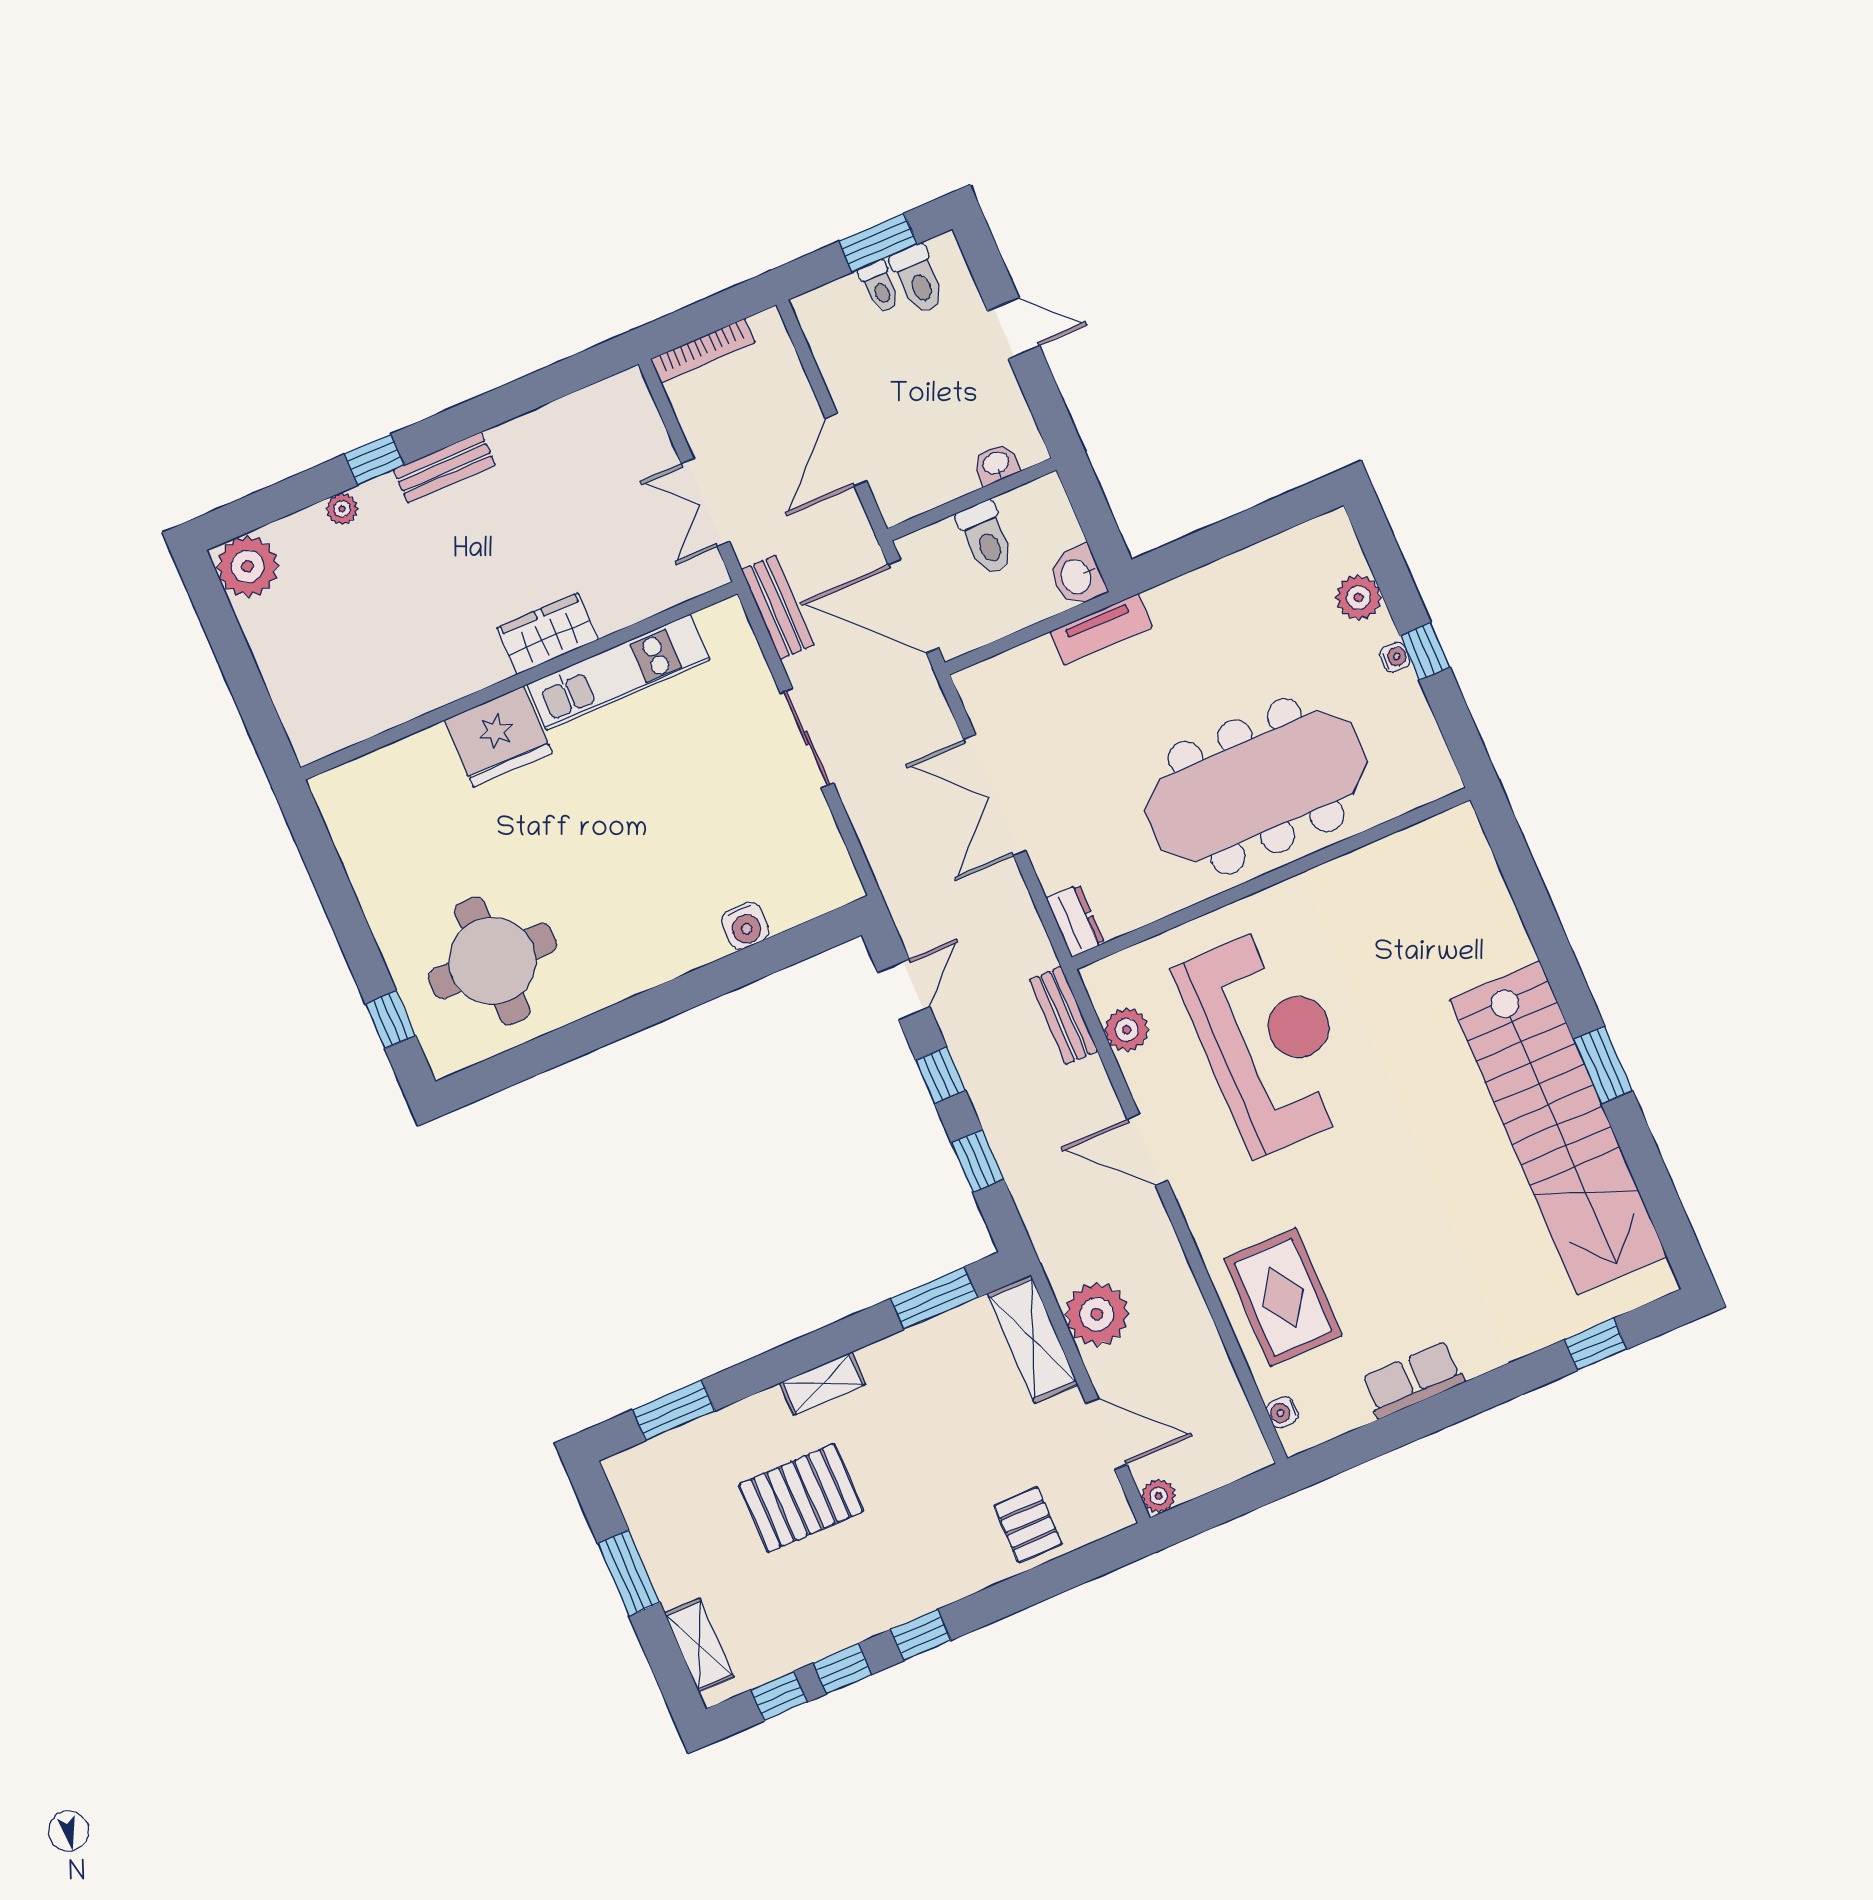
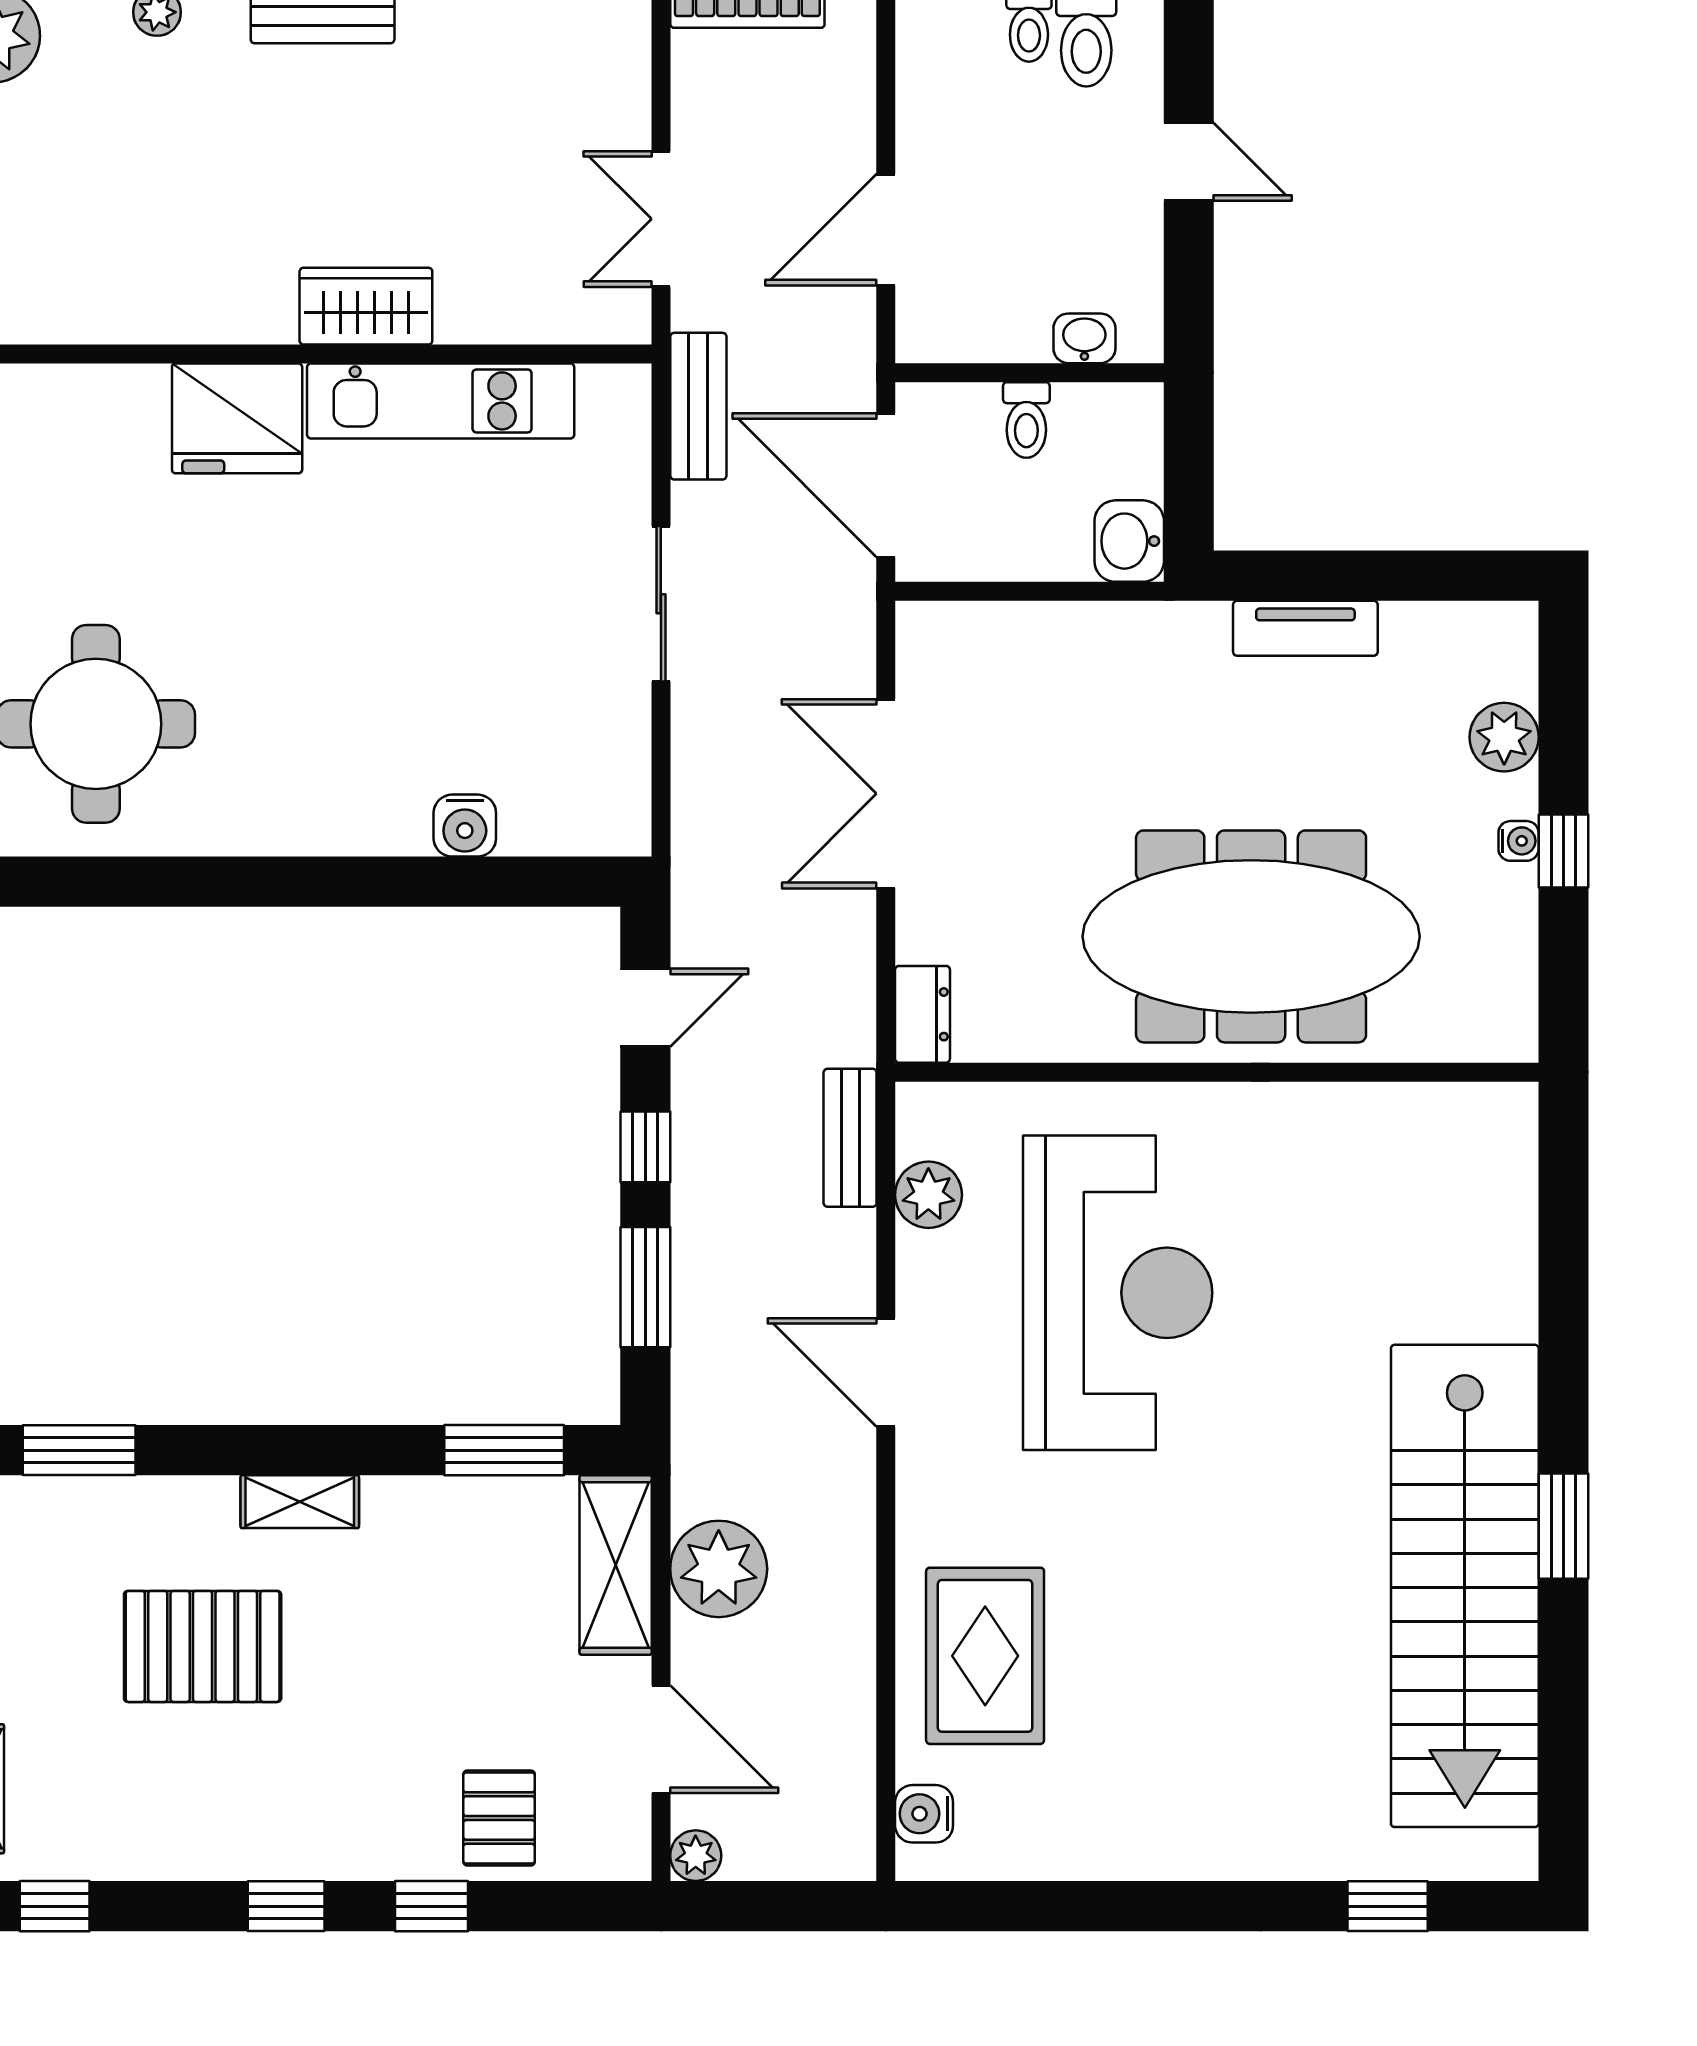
toilet: (986, 538) -> (1026, 420), width x0.73, depth x0.72
tv unit: (1101, 629) -> (1305, 628), moved
window: (978, 1161) -> (645, 1287), width x1.50
row of seats: (1413, 1380) -> (1115, 1847), removed
water cooler: (1282, 1412) -> (924, 1814), width x1.38, depth x1.38
window: (842, 1669) -> (431, 1906), moved

